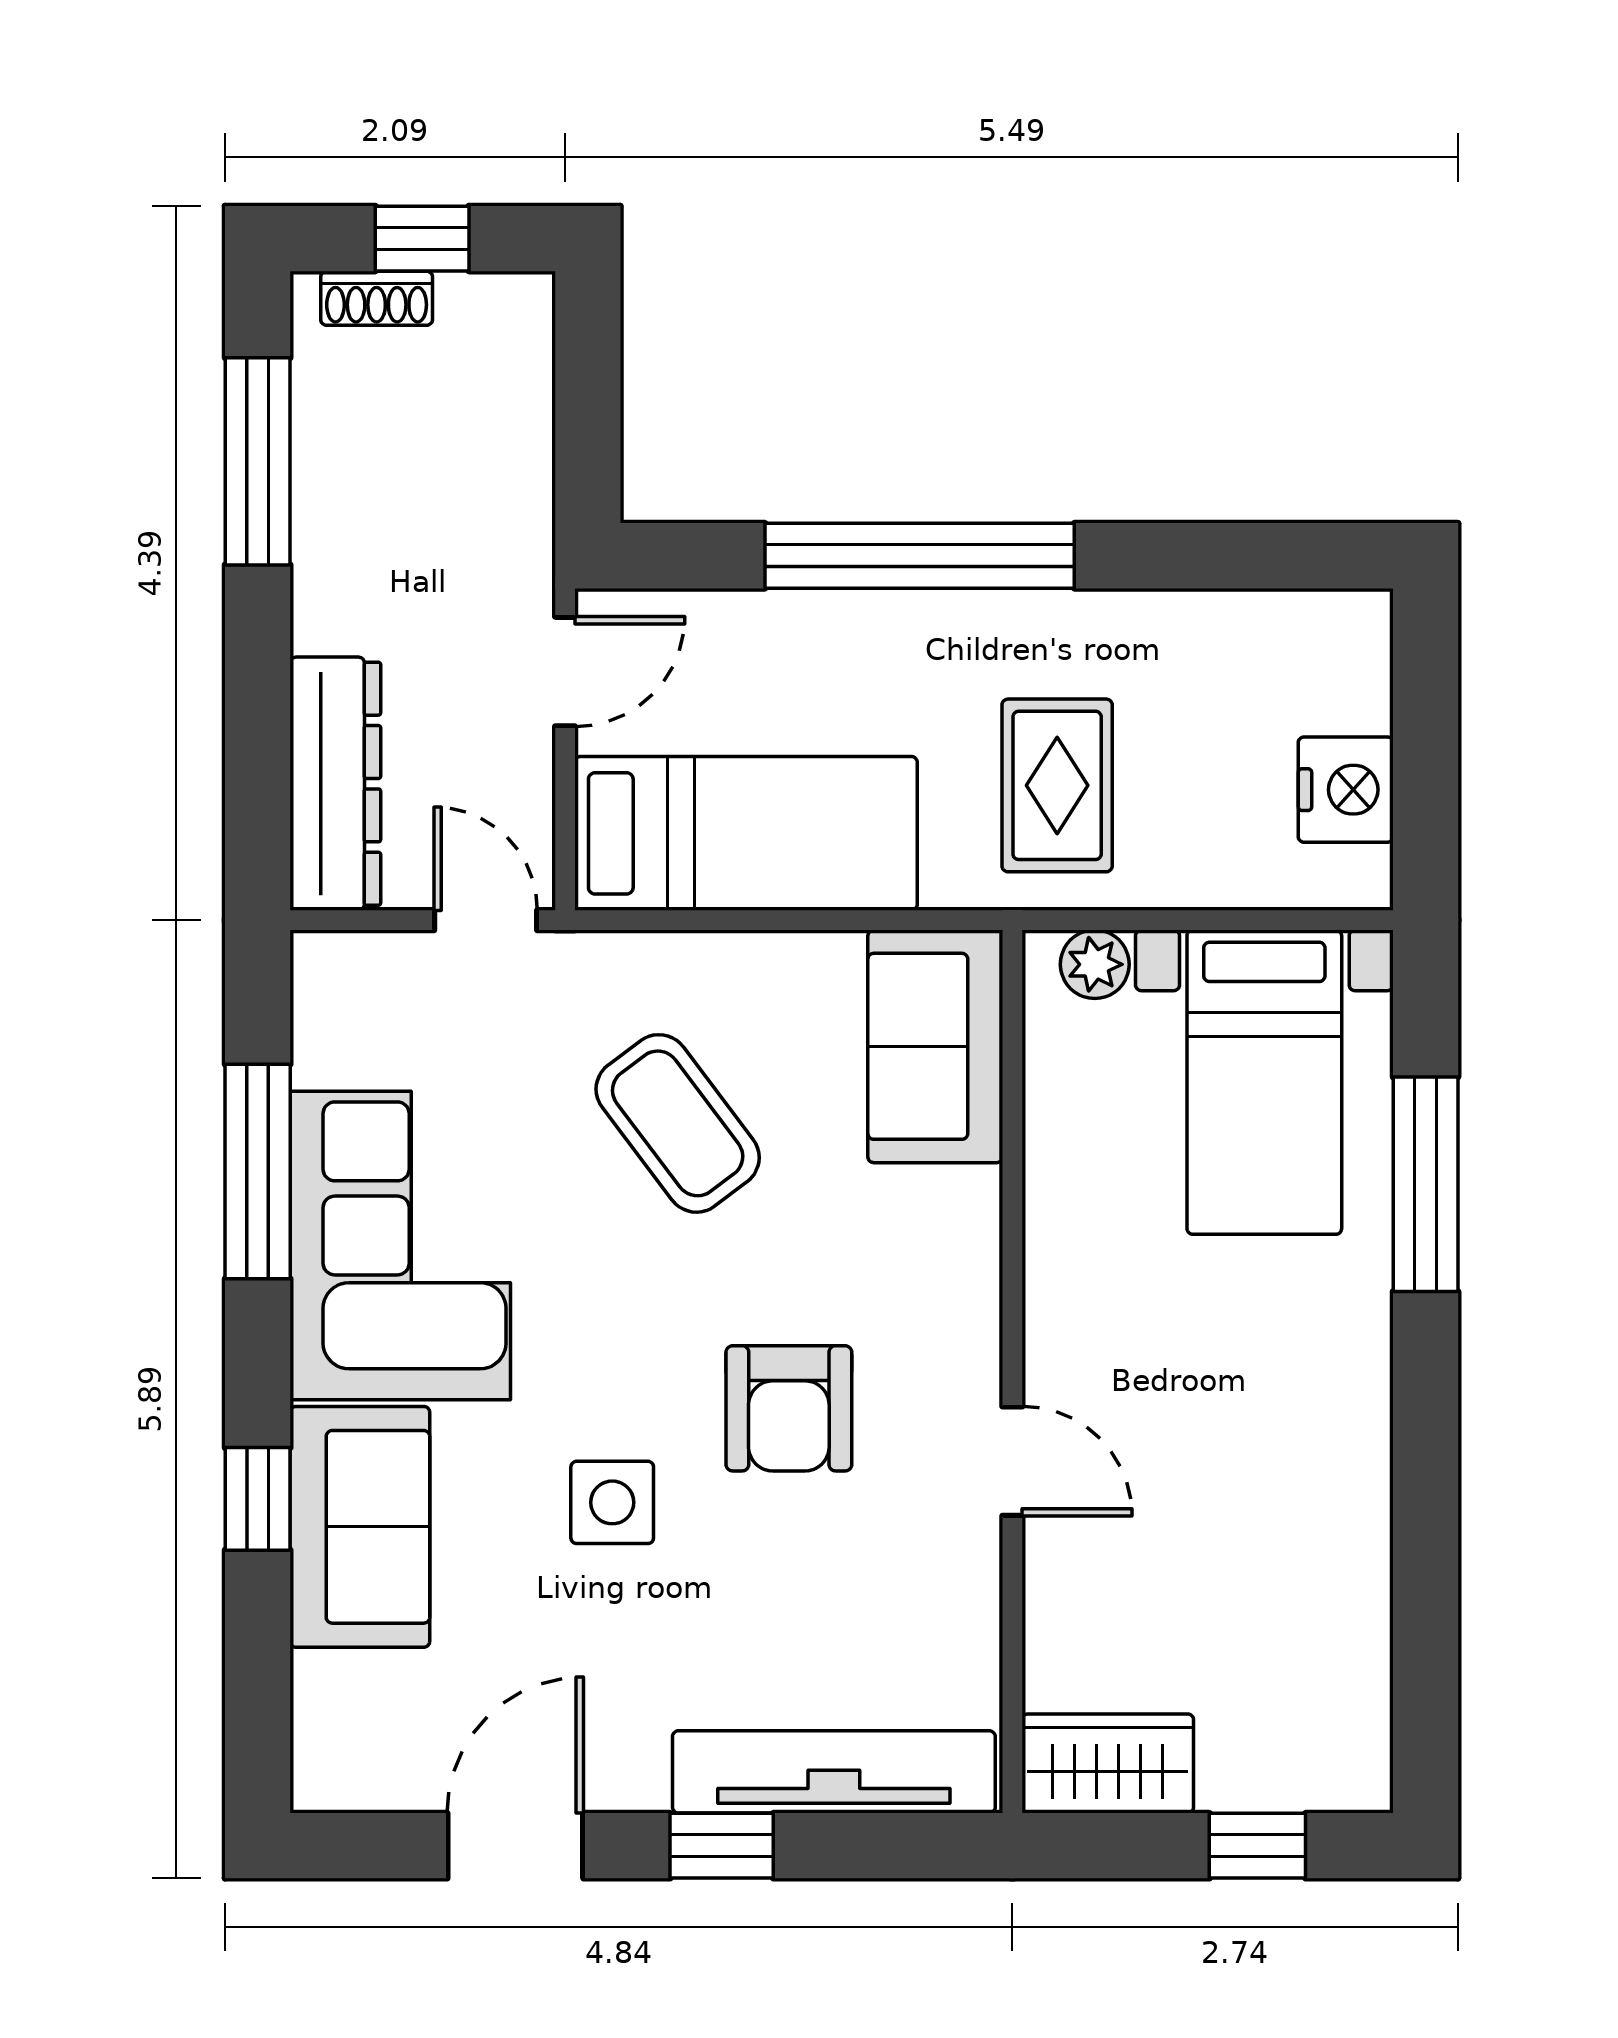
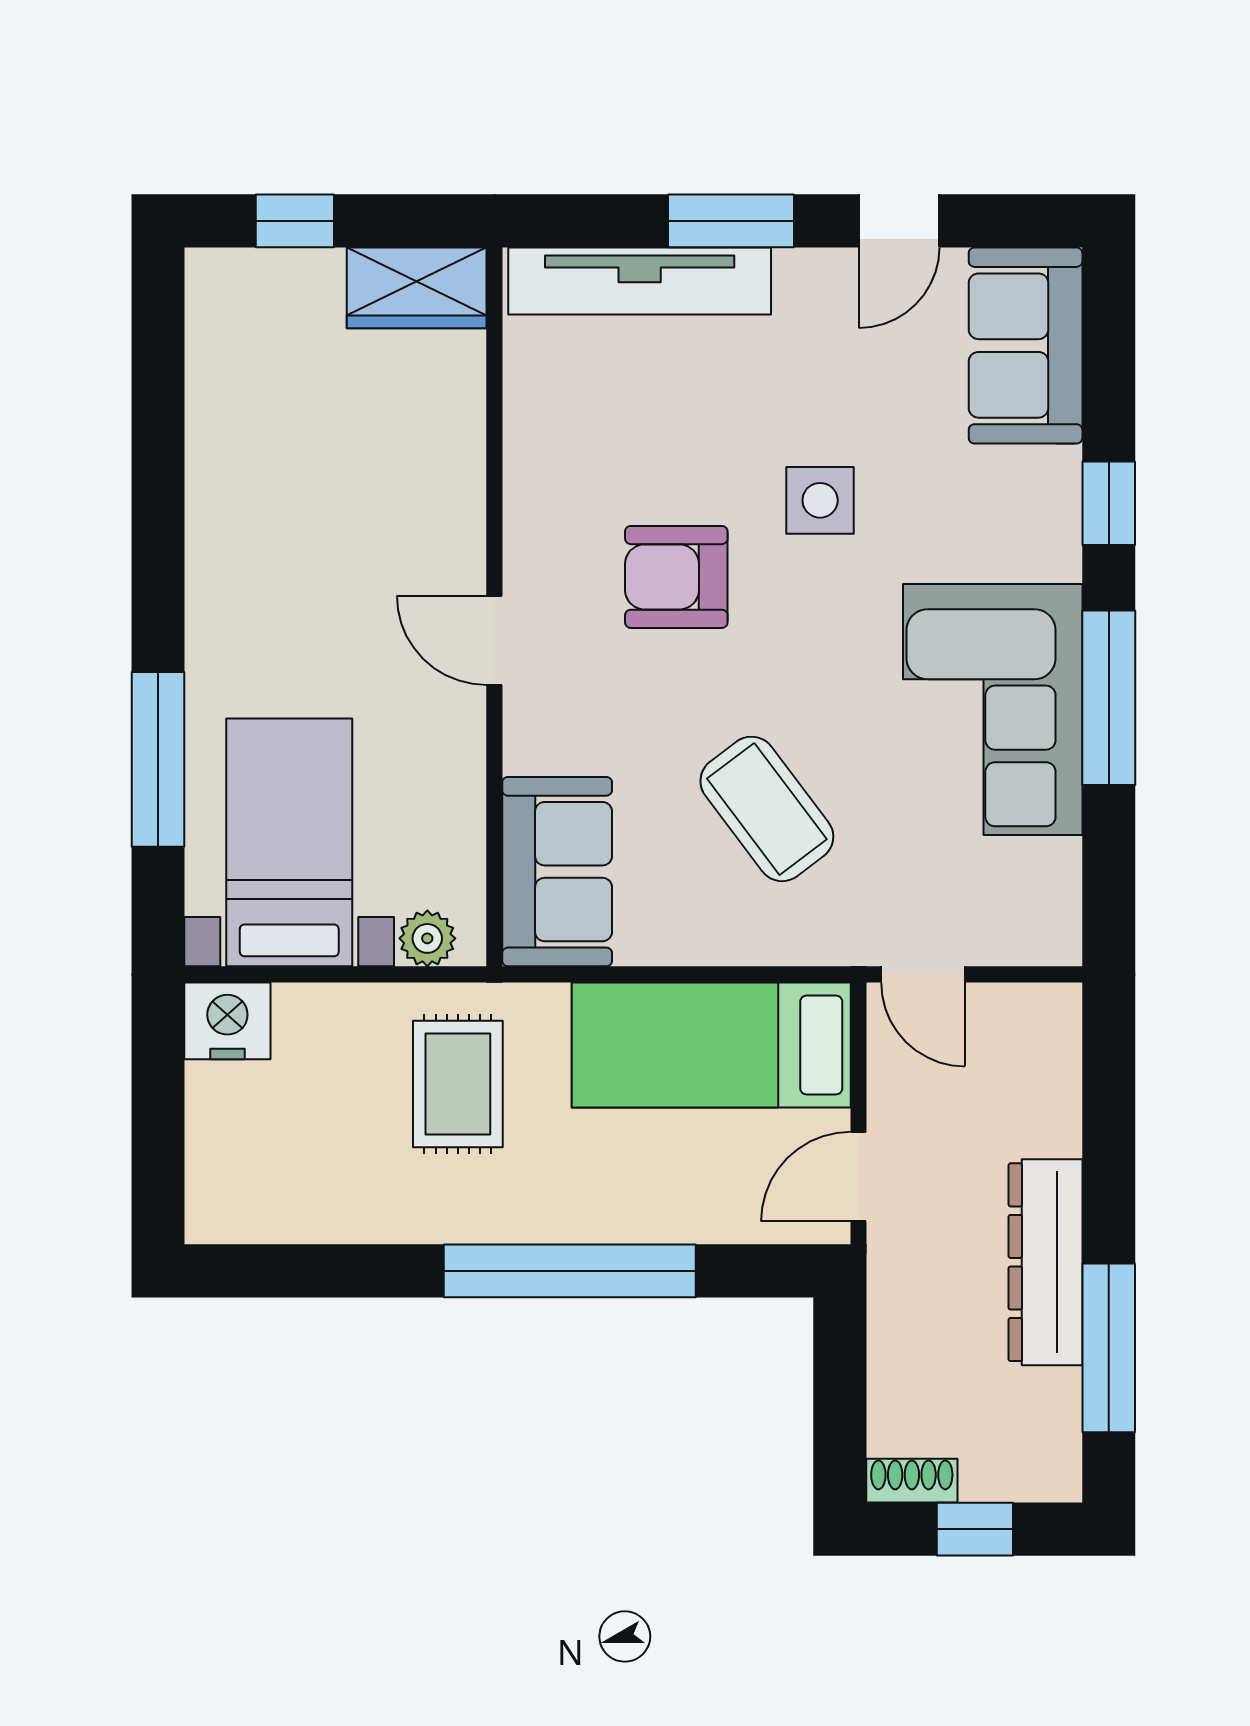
shoe rack: (377, 298) -> (912, 1481), moved
dresser: (335, 784) -> (1045, 1262), moved
nightstand: (1346, 790) -> (227, 1021), moved, turned 90
window: (258, 1171) -> (1109, 698), moved
armchair: (789, 1408) -> (676, 577), turned -90
door: (1012, 1461) -> (494, 640), moved
sofa: (360, 1527) -> (1026, 346), moved
door: (515, 1846) -> (899, 221), width x0.73
window: (722, 1846) -> (731, 221), width x1.50

